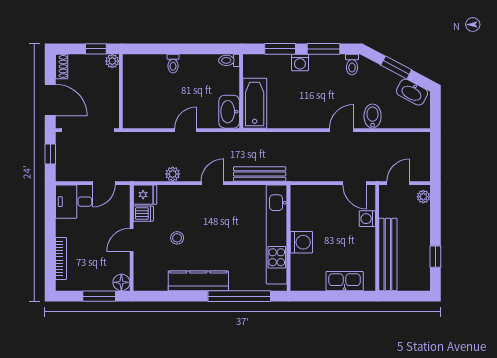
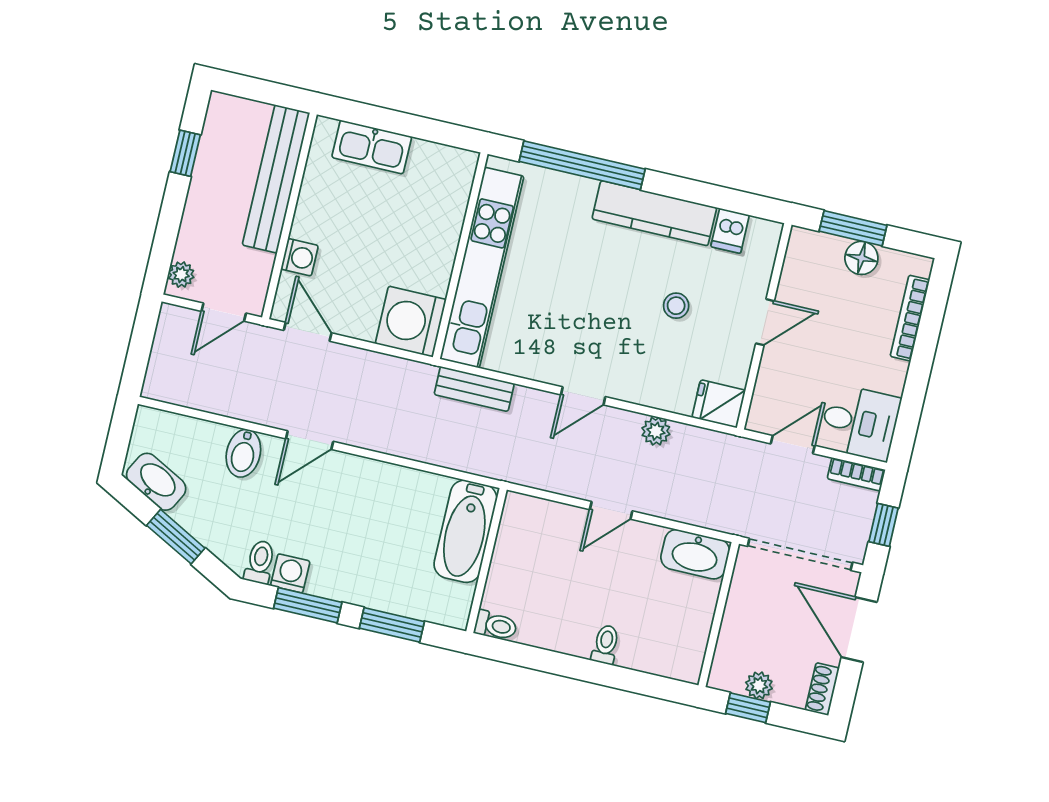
plant: (112, 61) -> (759, 685), moved
washing machine: (300, 62) -> (290, 573), moved
washbasin: (229, 112) -> (695, 554), moved, turned 90
bench: (260, 174) -> (474, 389), width x0.73
bookcase: (69, 176) -> (856, 474), added
dishwasher: (143, 214) -> (730, 231), moved, turned -90
washing machine: (301, 242) -> (411, 322), moved, width x1.37, depth x1.37
floor lamp: (121, 282) -> (861, 258), moved

